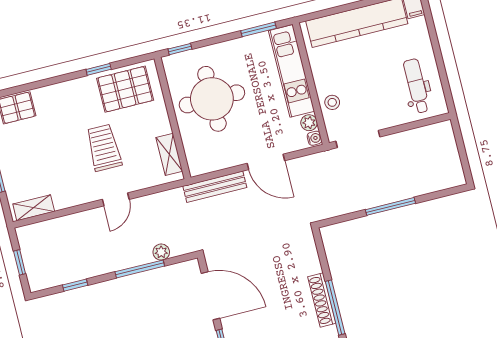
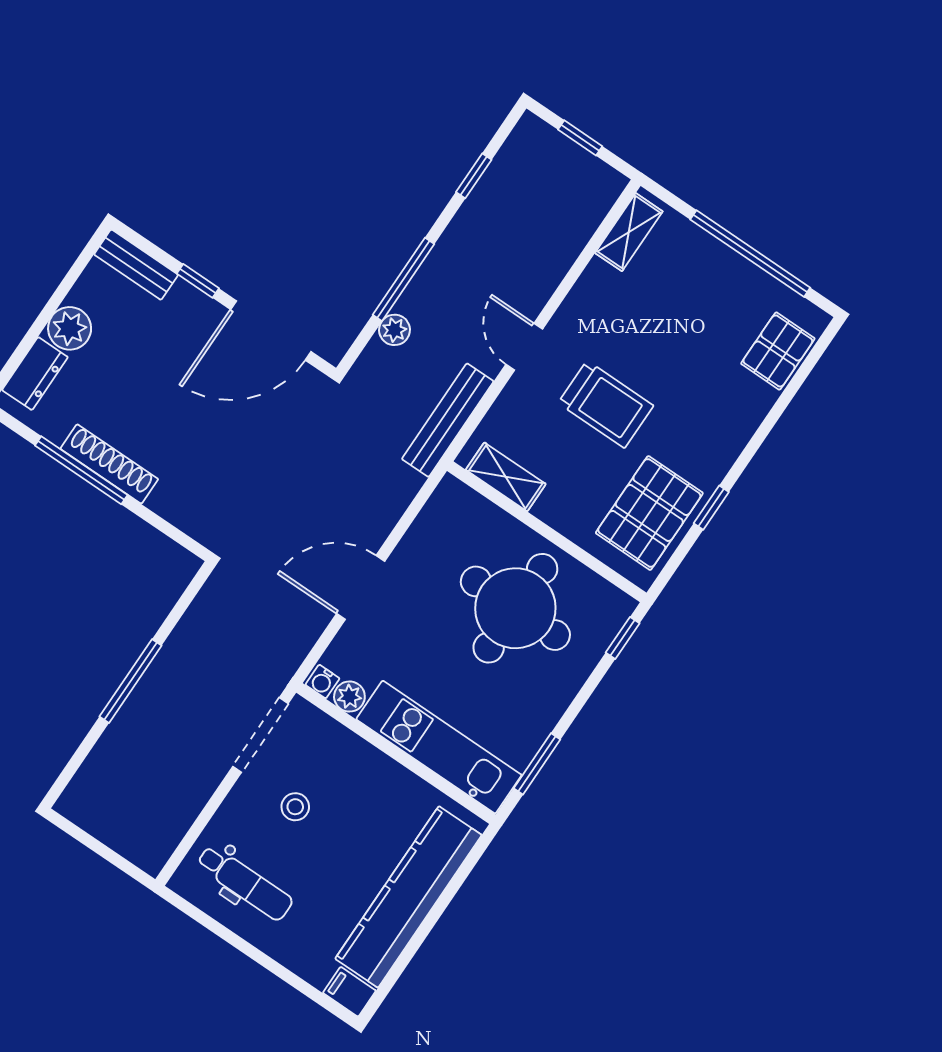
stool: (332, 102) -> (295, 807), moved
bench: (215, 187) -> (448, 420), moved

